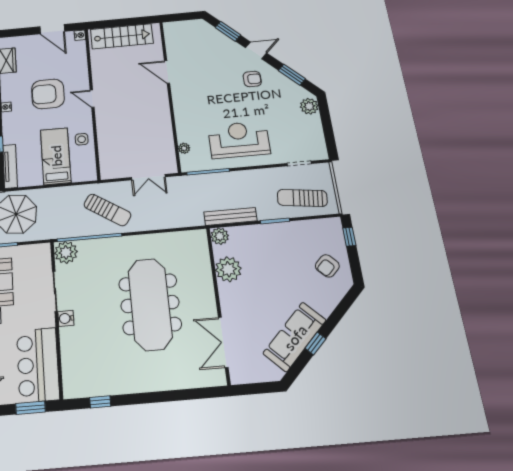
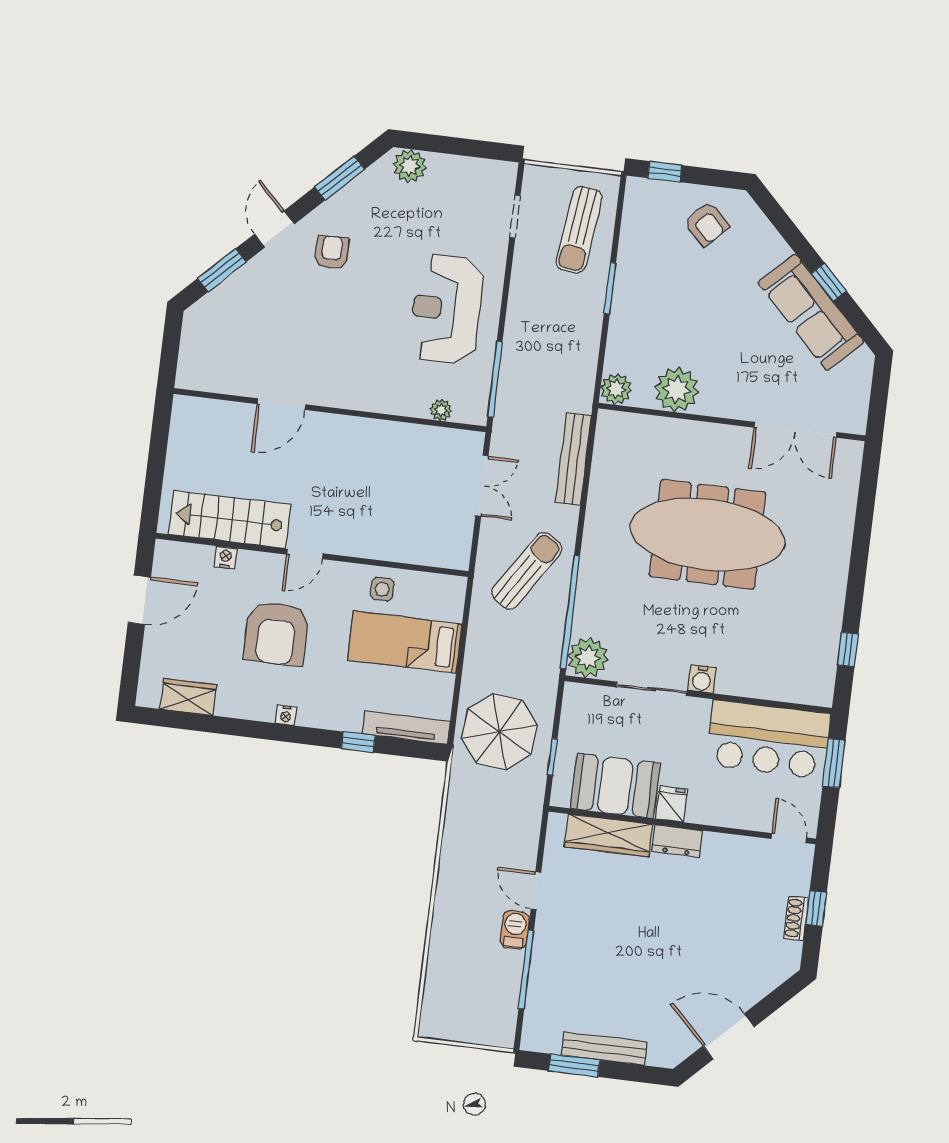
nightstand: (80, 35) -> (226, 557), moved
stairs: (122, 36) -> (230, 519), moved, turned -90
bench: (230, 216) -> (573, 459), moved

